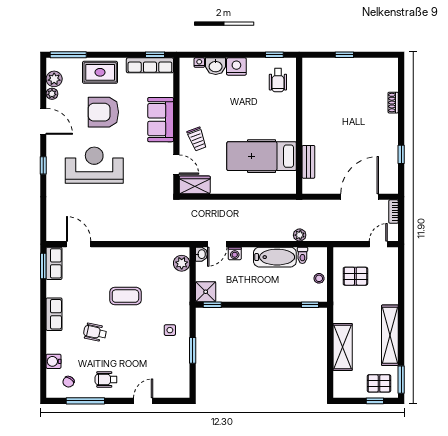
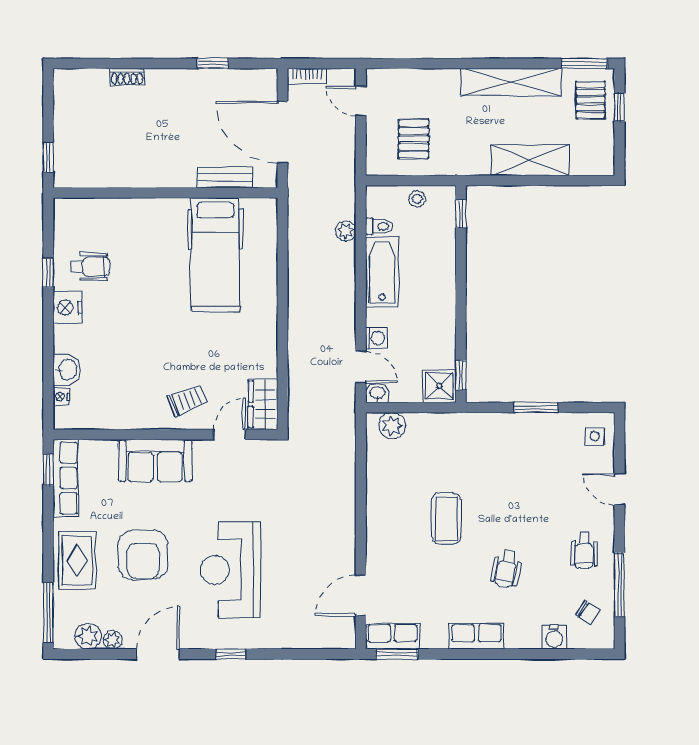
nightstand: (236, 67) -> (68, 308), moved
wall: (299, 126) -> (165, 193), moved
hospital bed: (262, 156) -> (215, 255), moved
bench: (308, 162) -> (225, 177), moved
side table: (170, 330) -> (595, 436), moved

